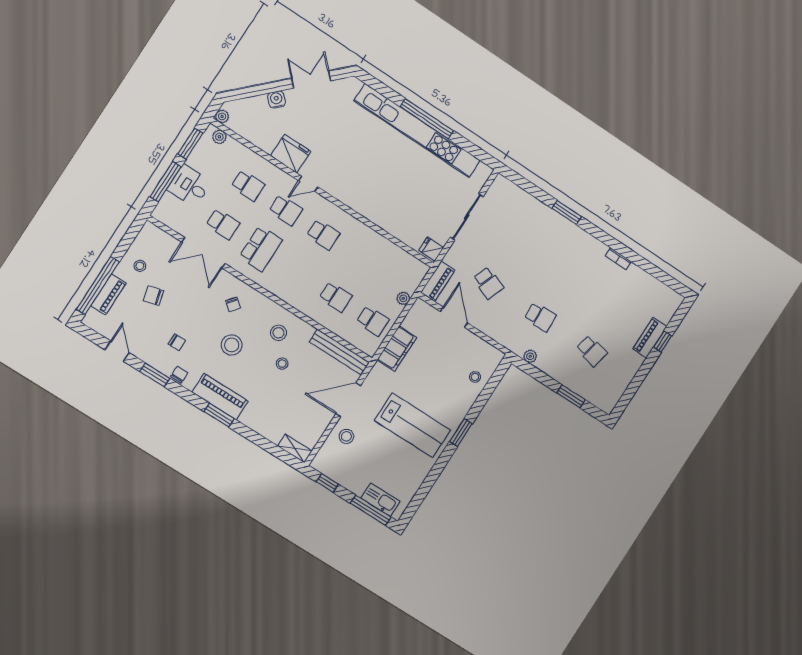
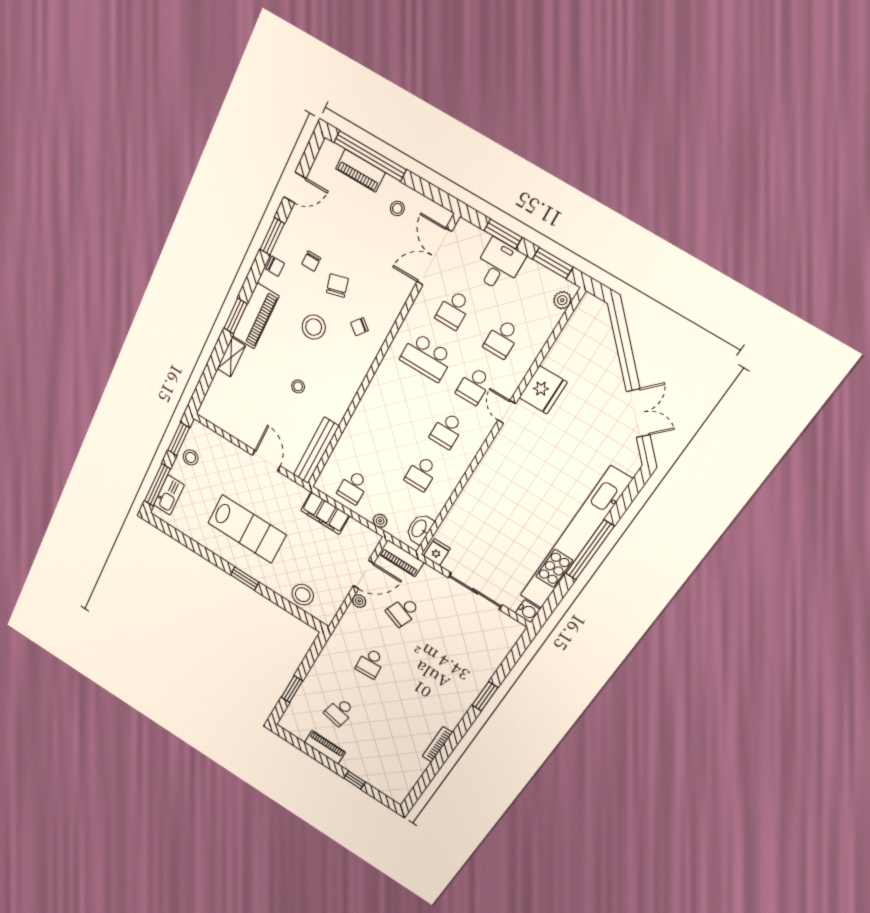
water cooler: (276, 100) -> (528, 611), moved, turned 45
plant: (222, 116) -> (589, 302), removed
window: (166, 182) -> (503, 234), width x0.69
double door: (203, 253) -> (434, 257), moved
bookcase: (618, 259) -> (437, 744), width x1.56
washbasin: (410, 263) -> (419, 529), added
chair: (153, 296) -> (337, 286), moved
school desk: (336, 297) -> (421, 473), moved
stool: (278, 333) -> (332, 381), removed
piano: (650, 338) -> (325, 747), moved
plant: (530, 356) -> (359, 601), moved
stool: (475, 377) -> (303, 595), width x1.89, depth x1.89
door: (348, 400) -> (266, 461), width x0.73
lab bench: (412, 425) -> (247, 529), turned -90
stool: (346, 436) -> (191, 457), moved
shelving: (295, 448) -> (231, 357), moved
window: (327, 483) -> (179, 439), width x1.50

